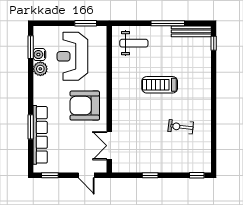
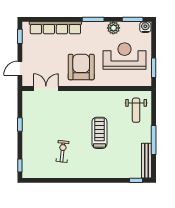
water cooler: (39, 55) -> (145, 27), moved
window: (31, 127) -> (93, 19), moved

